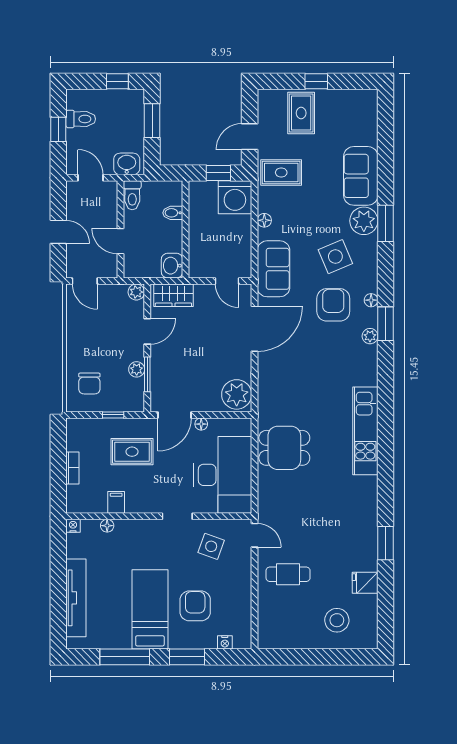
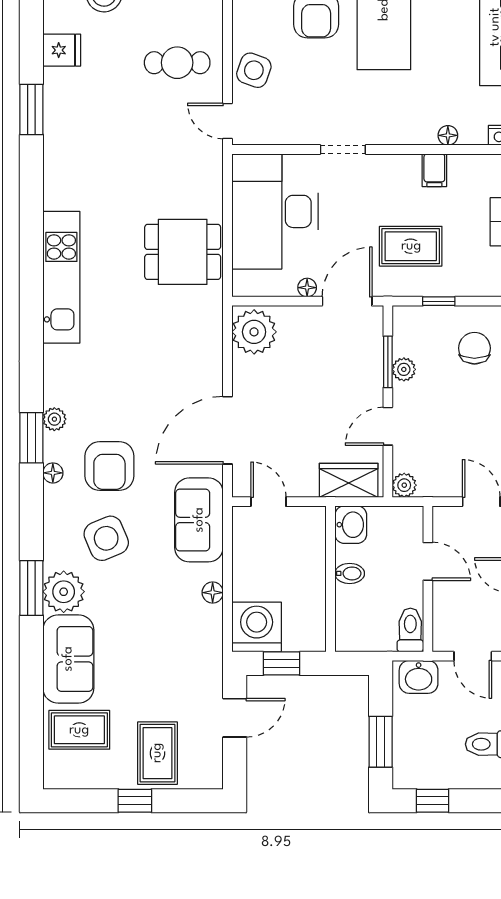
rug: (281, 172) -> (79, 730), moved
bidet: (173, 213) -> (350, 573), moved
side table: (211, 546) -> (254, 70), moved

